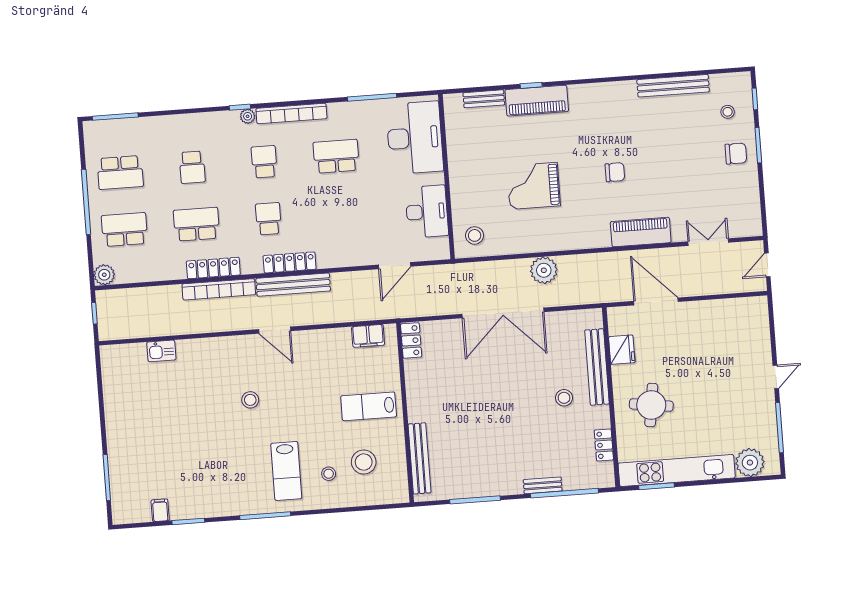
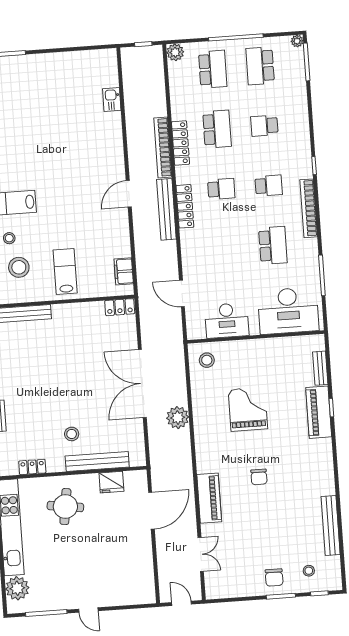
plant: (248, 116) -> (297, 41), moved
stool: (250, 400) -> (71, 173), removed

